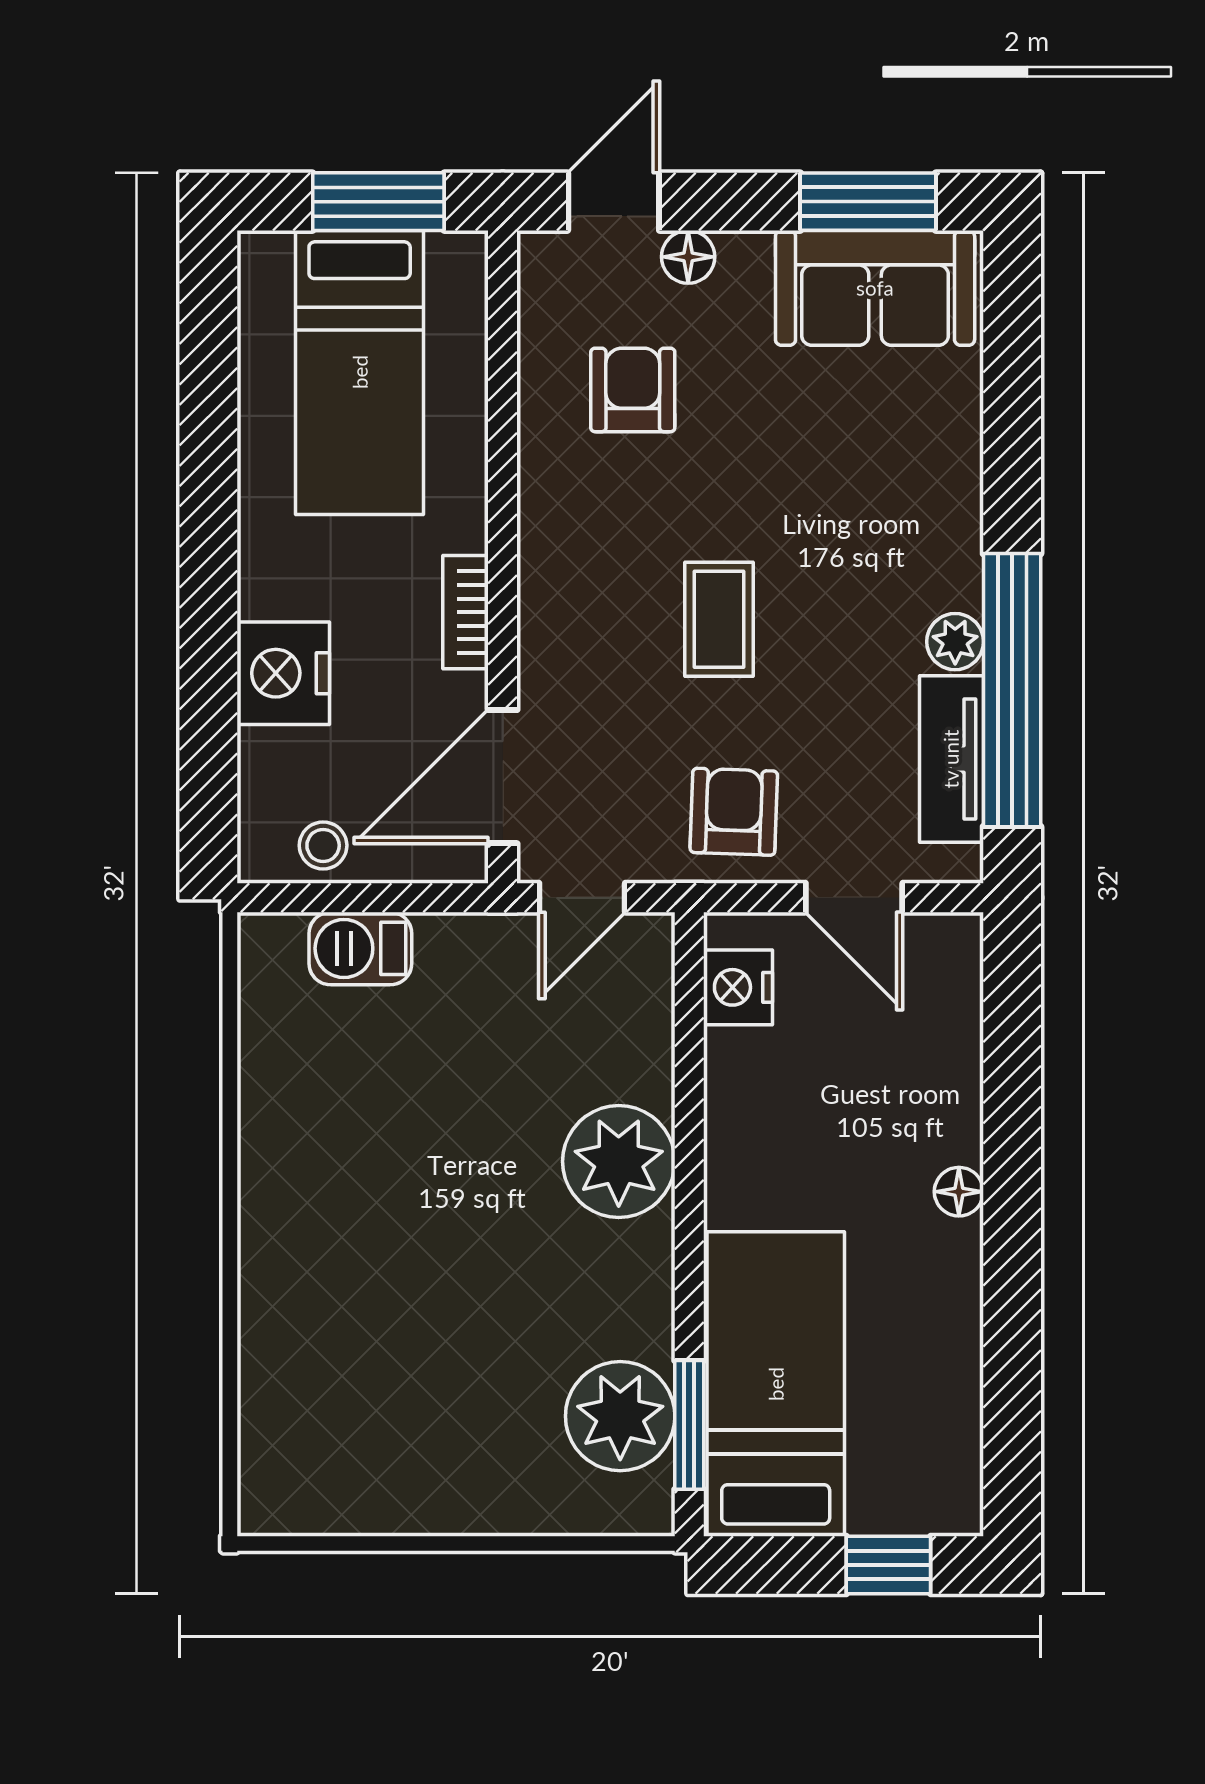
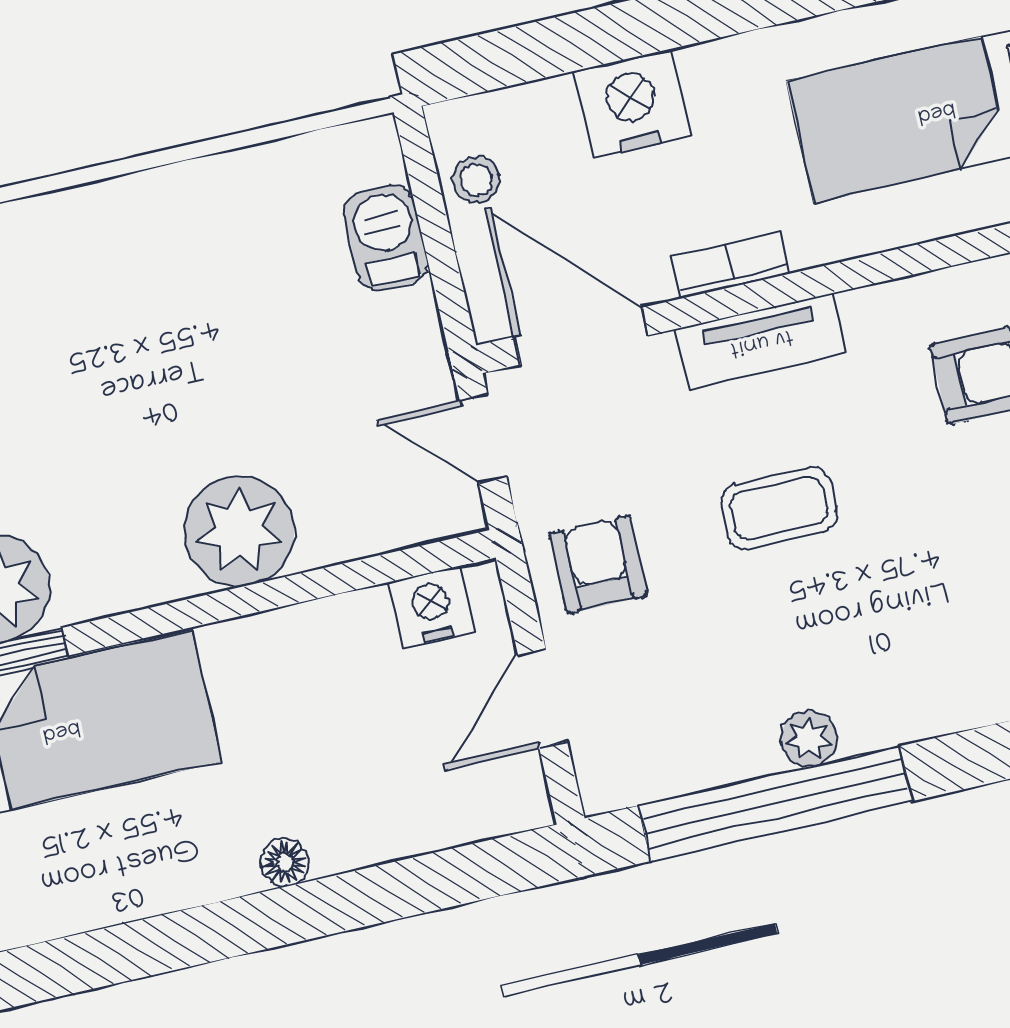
tv unit: (951, 759) -> (761, 341), moved, turned 180
armchair: (734, 812) -> (598, 564), turned -92

